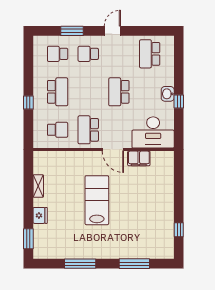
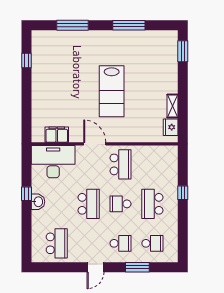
school desk: (58, 130) -> (120, 204), moved
filing cabinet: (139, 158) -> (57, 135), moved
fridge: (40, 215) -> (171, 127), moved

